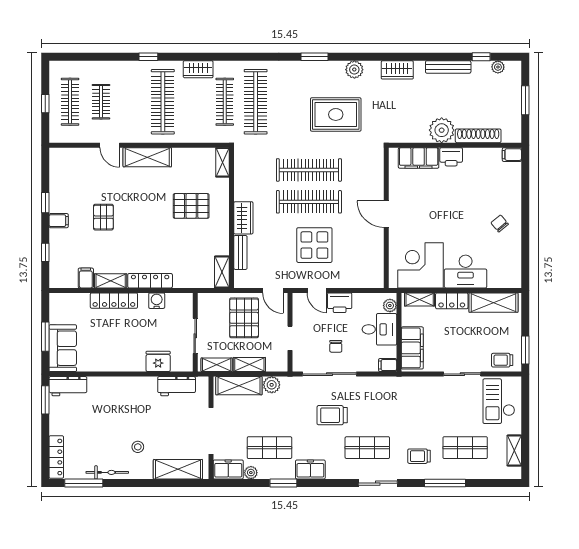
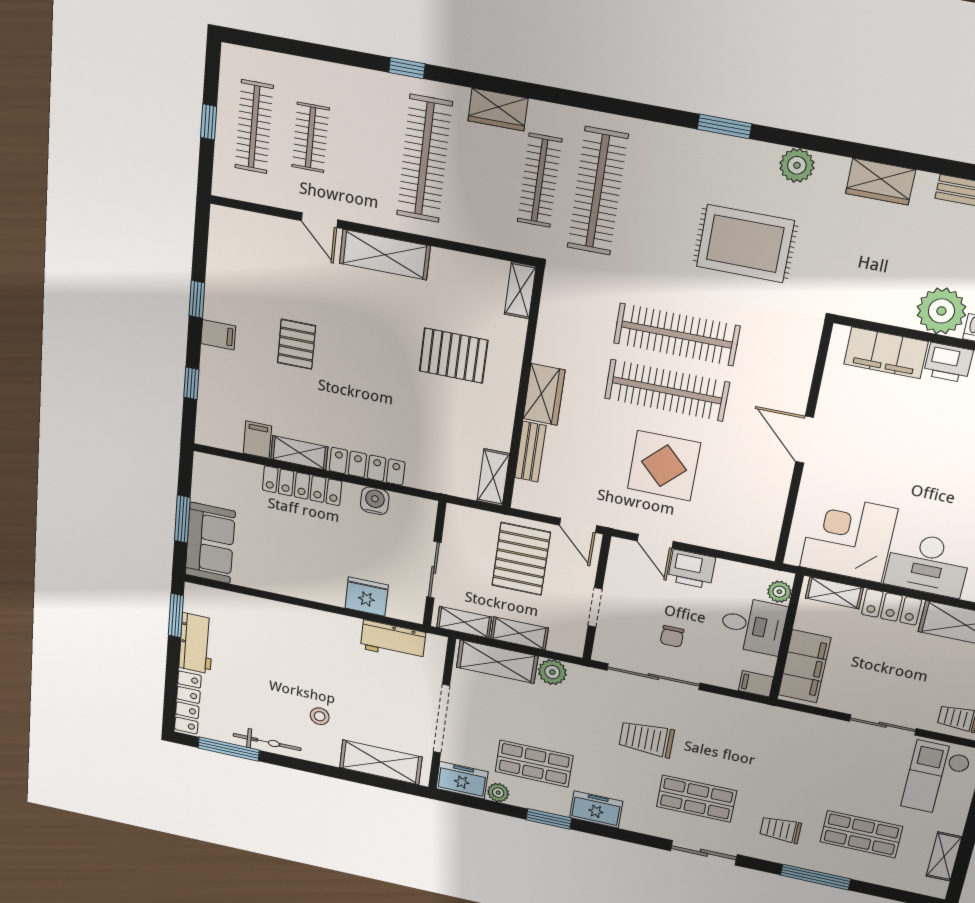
workbench: (68, 386) -> (196, 643), moved, turned -90

